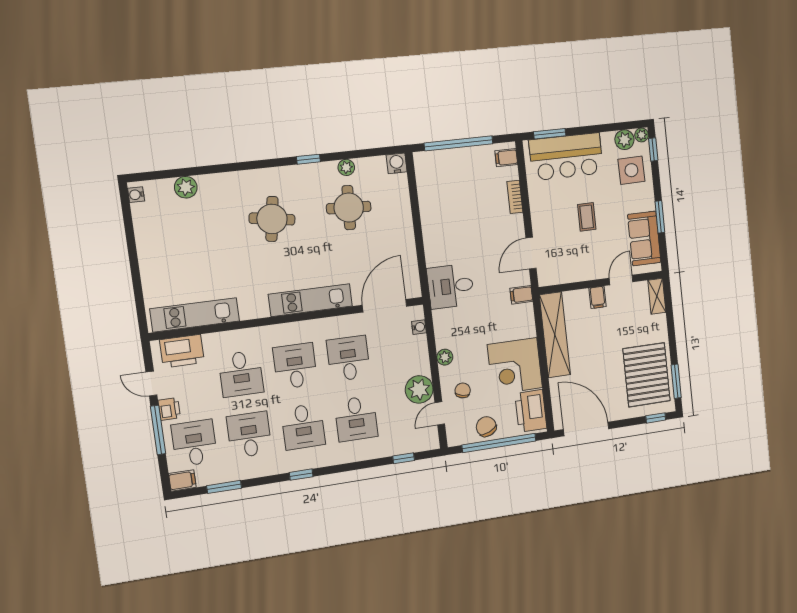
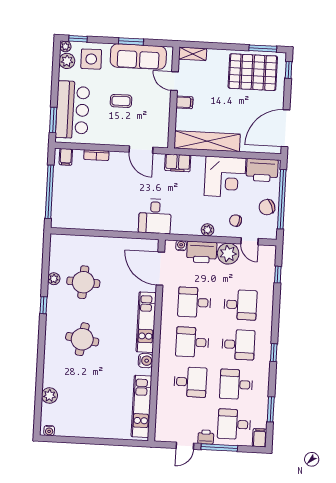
water cooler: (397, 163) -> (145, 361), moved, turned 180
sofa: (644, 238) -> (138, 57), width x1.36
filing cabinet: (521, 295) -> (178, 163), width x2.00
printer: (182, 351) -> (202, 252), moved, turned 90

